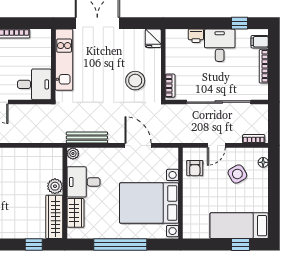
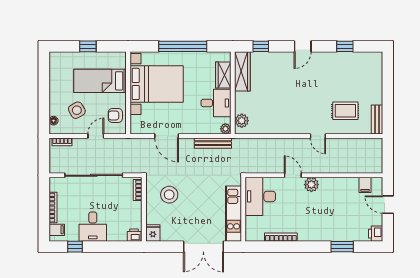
printer: (196, 36) -> (134, 235), moved
desk: (34, 84) -> (260, 196), width x1.37
armchair: (195, 168) -> (115, 115), turned -90
plant: (55, 186) -> (242, 121), moved
bed: (239, 226) -> (100, 81), moved, turned 180
window: (241, 245) -> (88, 46), moved

